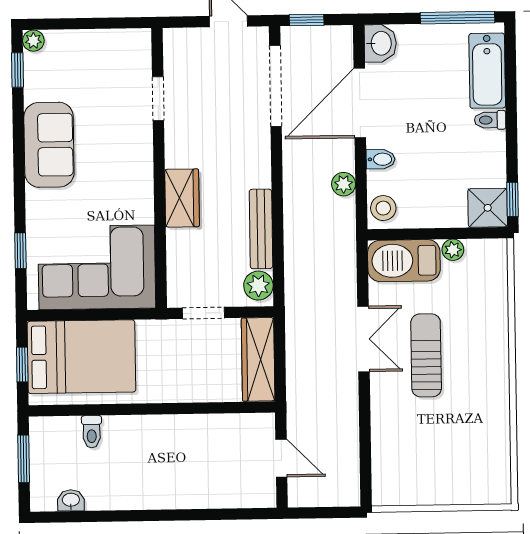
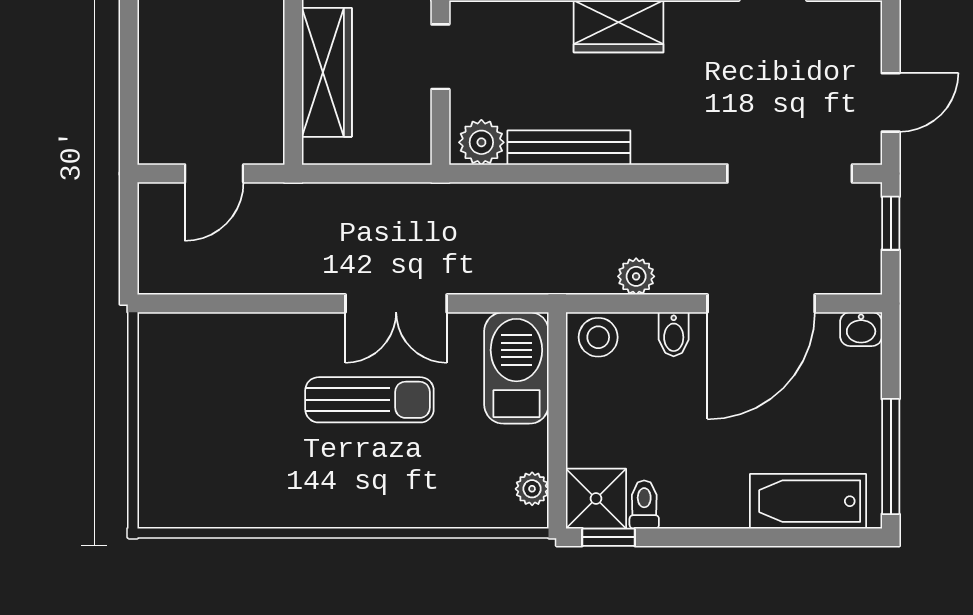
washbasin: (380, 43) -> (861, 329), width x0.72, depth x0.69
door: (360, 103) -> (761, 303), swing flipped
toilet: (490, 120) -> (644, 504), moved
plant: (453, 250) -> (532, 489), moved
wardrobe: (258, 359) -> (327, 72), moved, turned 90

